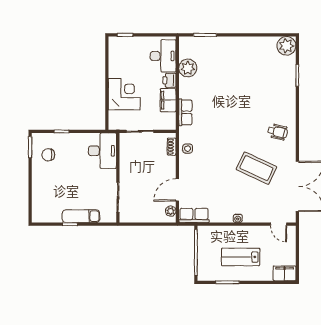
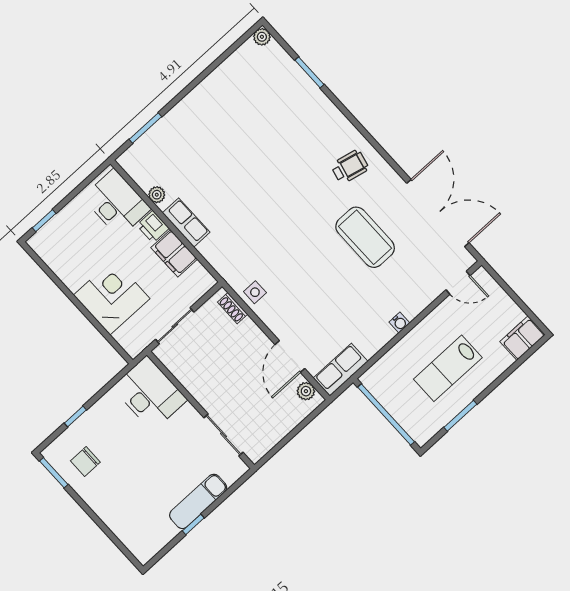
plant: (286, 46) -> (262, 37), width x0.53, depth x0.53
plant: (188, 68) -> (157, 195), width x0.53, depth x0.53
row of seats: (185, 112) -> (186, 223), moved
coffee table: (256, 168) -> (365, 237), turned 65

